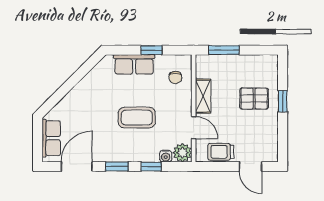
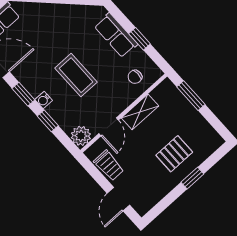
pallet: (254, 99) -> (174, 154), turned 90
trolley: (221, 152) -> (109, 165), turned 180
water cooler: (166, 156) -> (44, 100), moved

